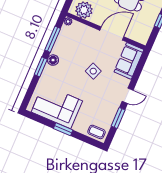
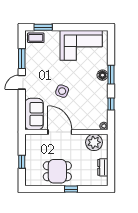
door: (112, 34) -> (60, 132), swing flipped
window: (53, 39) -> (111, 104), width x0.46
floor lamp: (53, 60) -> (102, 75), moved
window: (63, 129) -> (43, 27), moved

